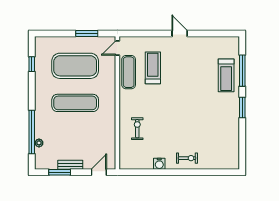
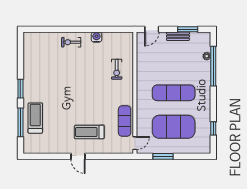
treadmill: (153, 68) -> (89, 132), moved, turned 90

